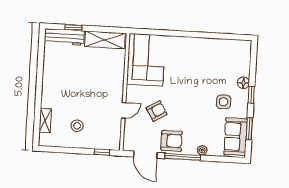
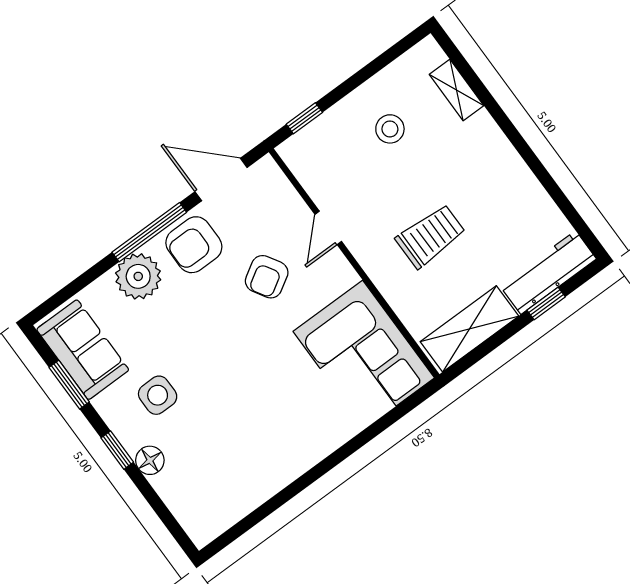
trolley: (93, 80) -> (431, 236), added
plant: (202, 150) -> (138, 276), width x1.88, depth x1.88

